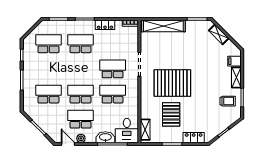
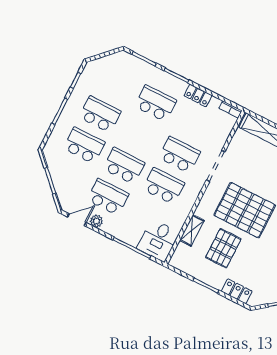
school desk: (48, 44) -> (100, 114), moved
shelving: (145, 130) -> (192, 230), moved
washbasin: (105, 137) -> (127, 235), removed
door: (68, 144) -> (77, 220), hinge flipped

